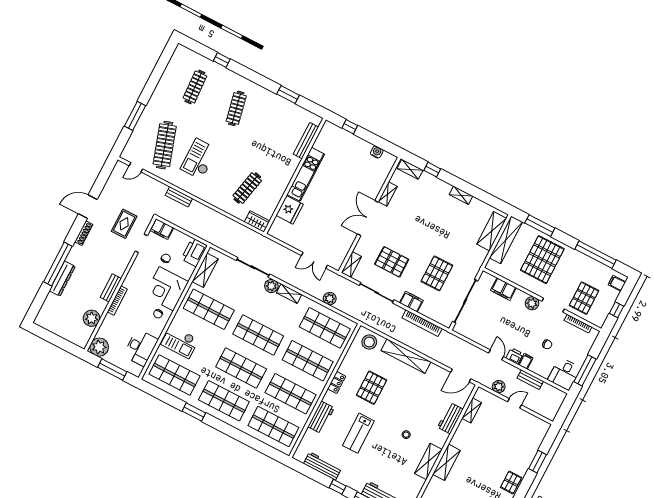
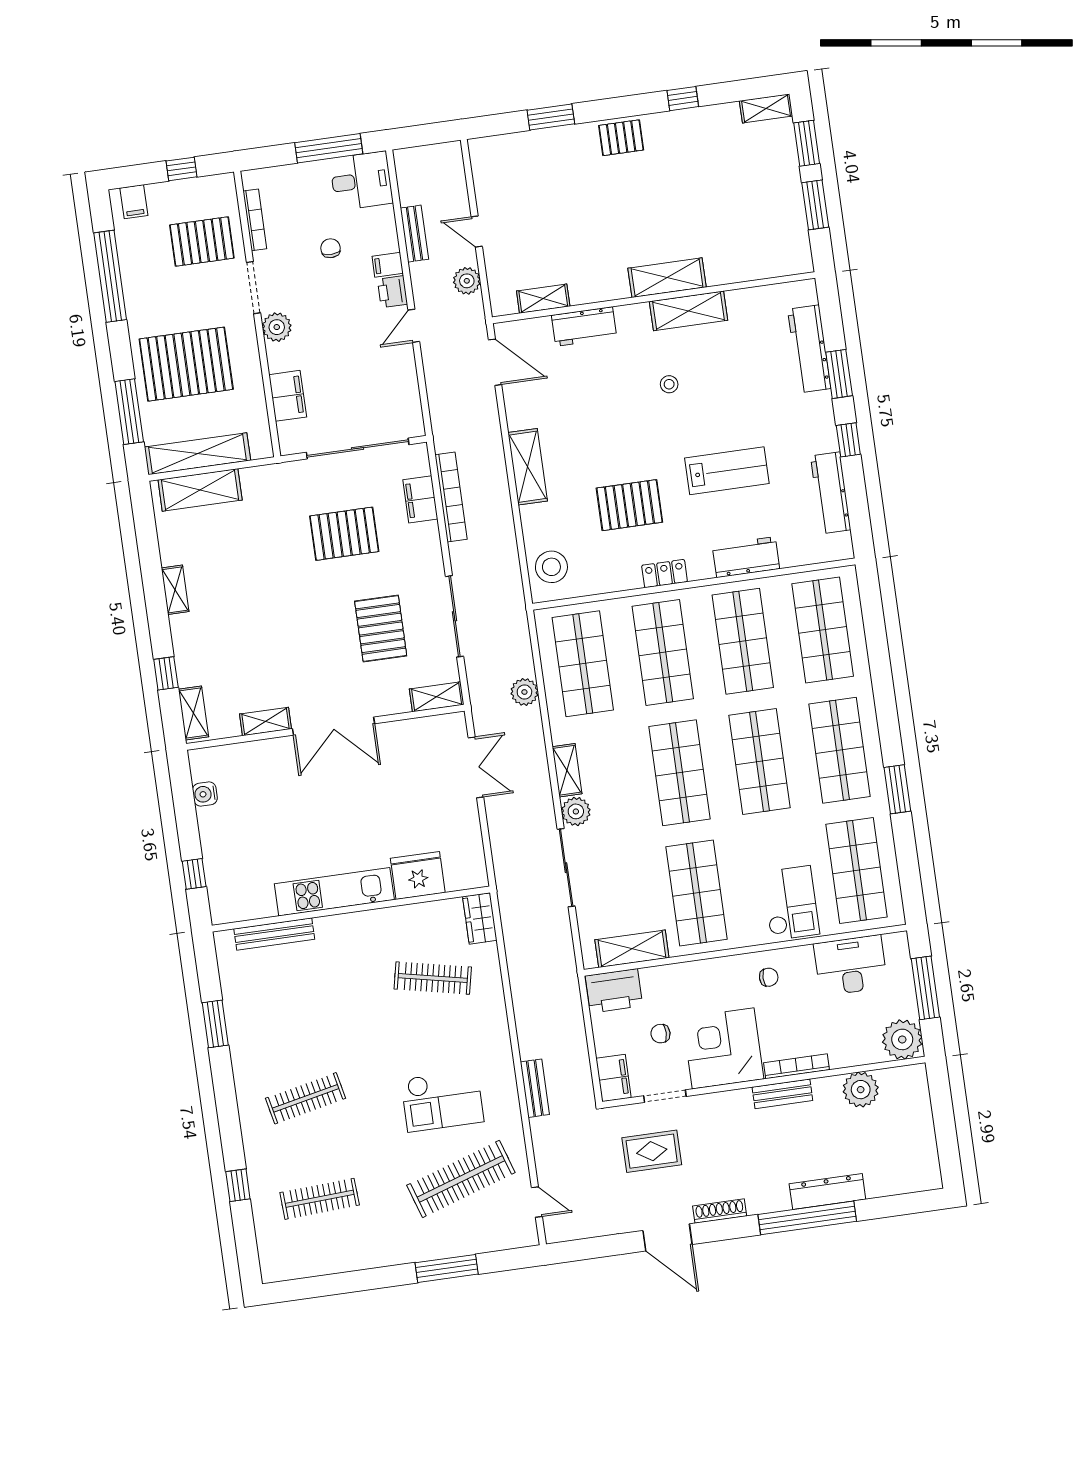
corner desk: (166, 289) -> (723, 1048), moved, turned 180
filing cabinet: (411, 302) -> (420, 499), moved
shelving: (406, 356) -> (528, 467), width x0.68

